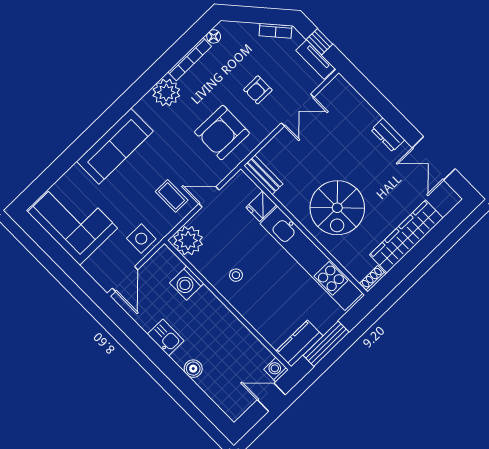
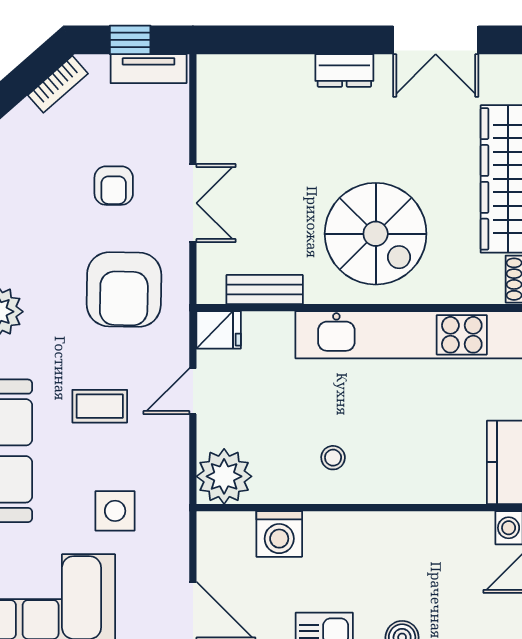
double door: (298, 110) -> (193, 203), moved
bench: (263, 175) -> (265, 290), moved
coffee table: (172, 196) -> (100, 406), moved
fridge: (261, 206) -> (219, 330), moved, turned -90
side table: (141, 239) -> (115, 511), moved

